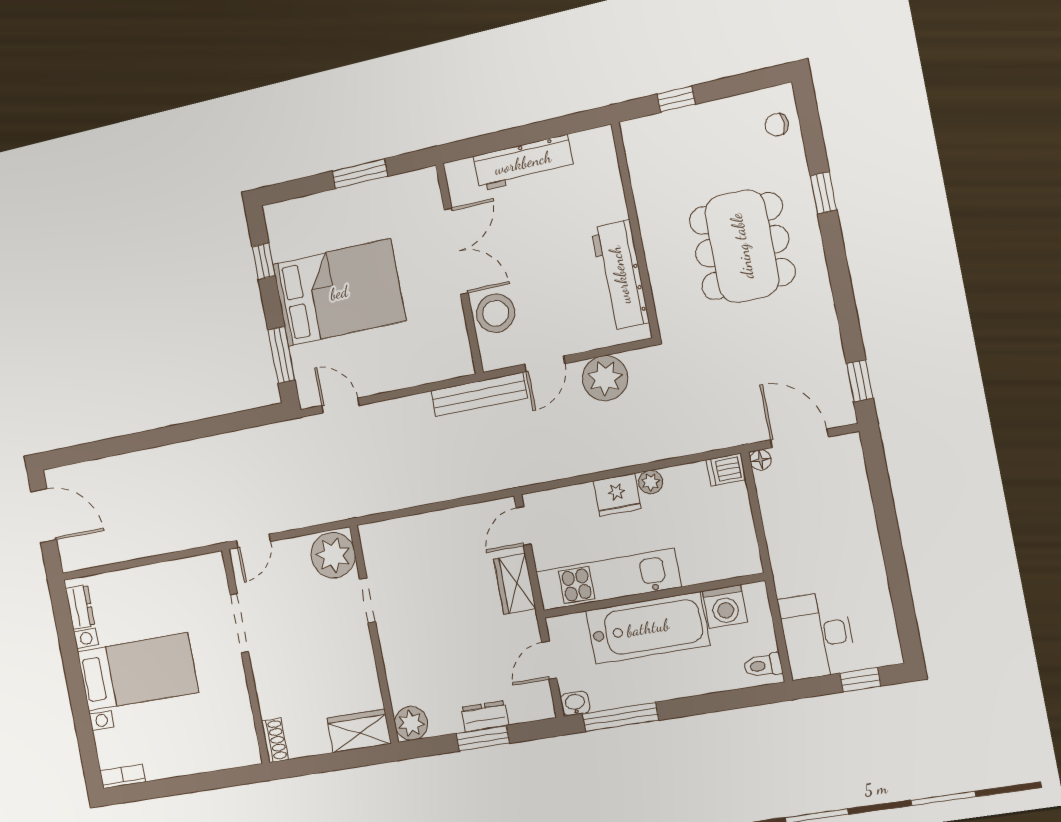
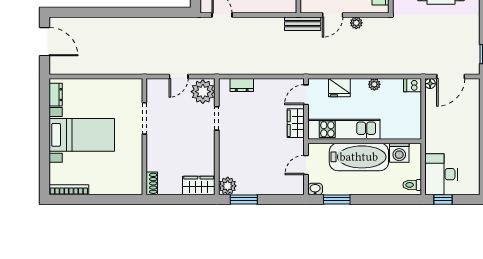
plant: (605, 378) -> (356, 23), width x0.53, depth x0.53
bench: (479, 394) -> (303, 24), width x0.73
door: (799, 438) -> (451, 77), swing flipped
fridge: (617, 495) -> (339, 88), moved
door: (253, 541) -> (179, 77), moved
window: (860, 680) -> (443, 199), moved
dresser: (485, 716) -> (242, 85), moved, turned 180
window: (621, 717) -> (337, 199), width x0.69
window: (483, 738) -> (244, 199), moved
bookcase: (123, 776) -> (69, 190), width x1.56

